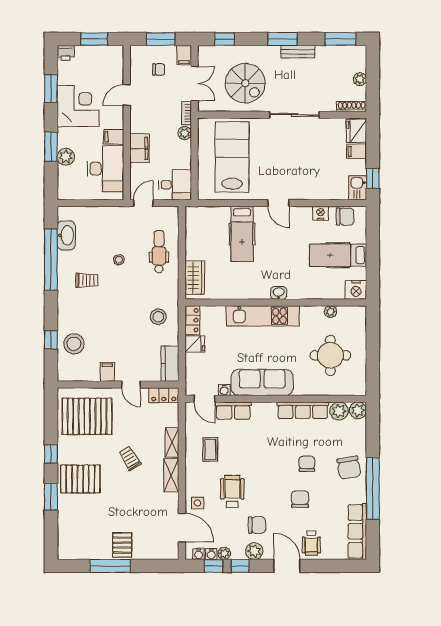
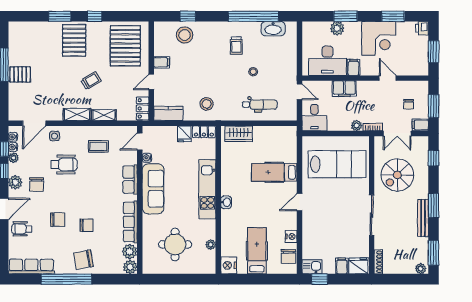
bench: (298, 52) -> (423, 218), width x1.36
plant: (360, 79) -> (421, 269), moved
row of seats: (233, 411) -> (130, 179), moved

